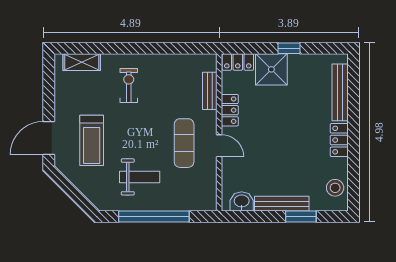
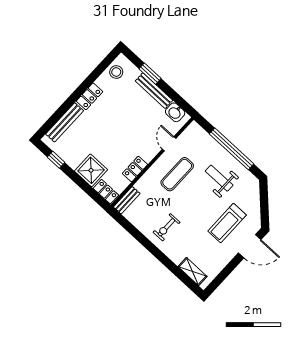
window: (289, 48) -> (56, 160), moved
exercise bike: (129, 86) -> (167, 227), moved
bench: (210, 91) -> (127, 200), moved
treadmill: (92, 140) -> (227, 223), turned 180
door: (219, 146) -> (169, 144), moved

